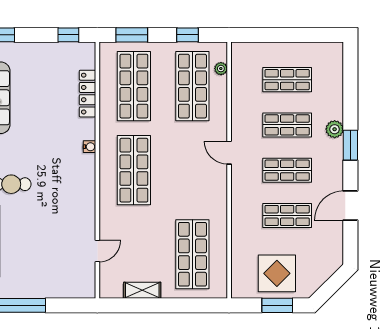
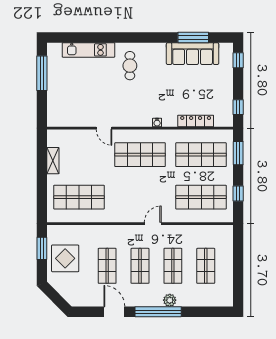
plant: (221, 69) -> (214, 218), removed
window: (350, 145) -> (158, 312), width x2.11
door: (97, 251) -> (104, 128), moved
window: (277, 305) -> (42, 248), moved

